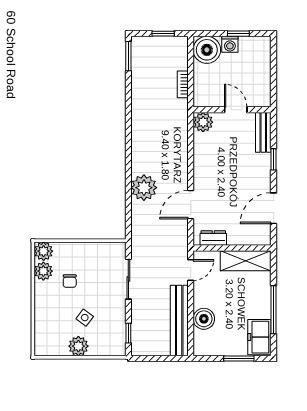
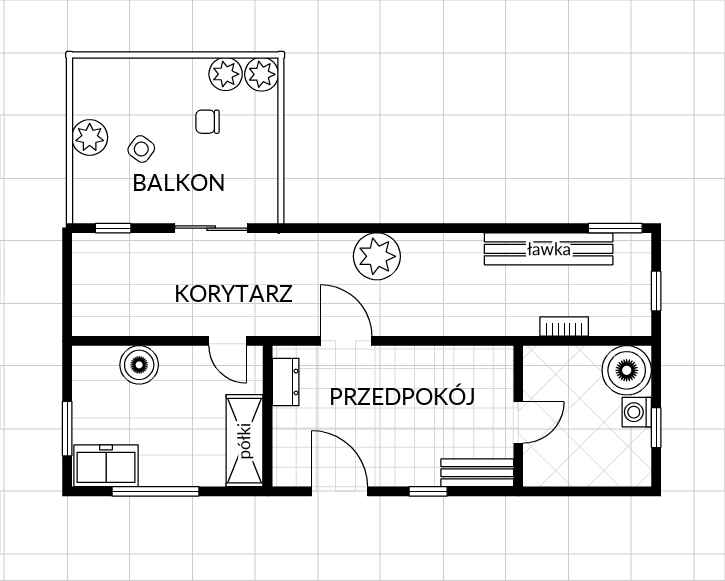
plant: (203, 122) -> (496, 363), removed
bench: (179, 321) -> (549, 249), moved

